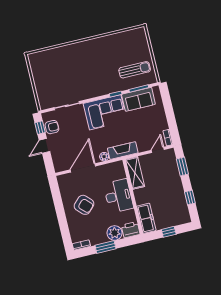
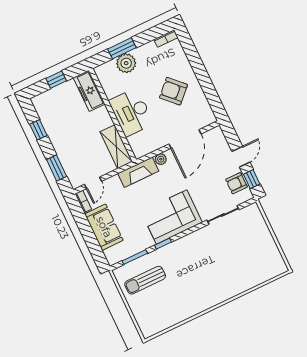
sofa: (138, 99) -> (104, 227), moved, turned 90
printer: (131, 230) -> (106, 72), removed
window: (105, 247) -> (122, 48), moved

